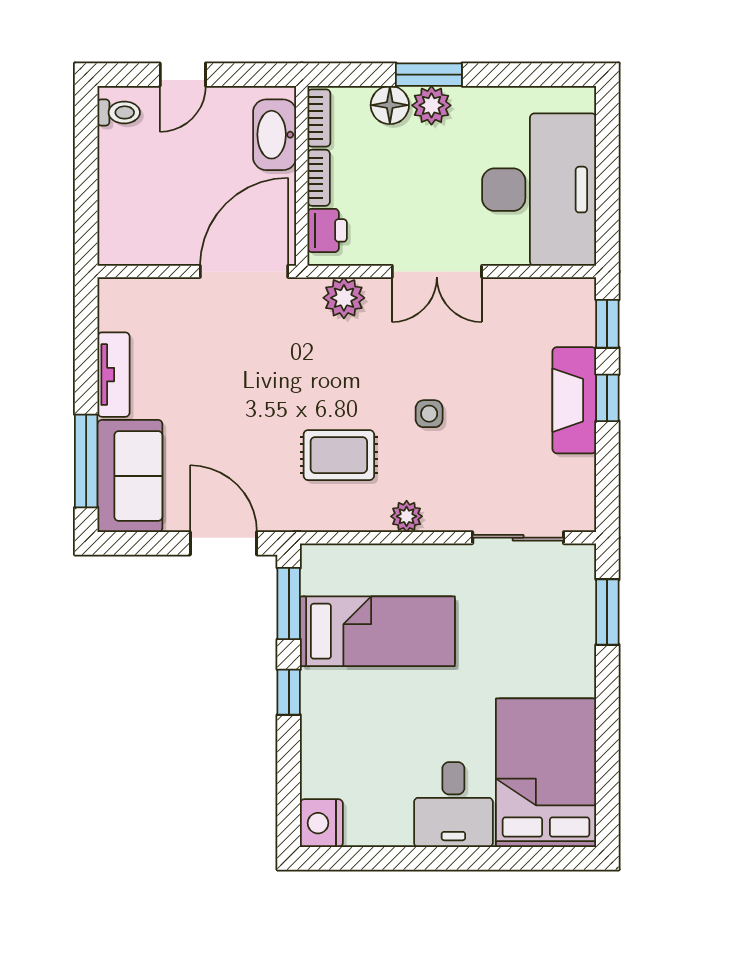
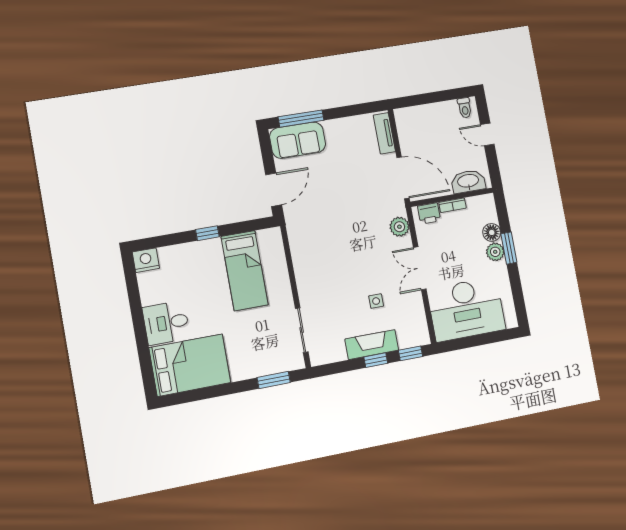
bookcase: (319, 118) -> (480, 201), removed
tv unit: (114, 375) -> (384, 133), moved, turned 90
side table: (429, 414) -> (376, 301), moved
rug: (339, 455) -> (325, 237), removed
plant: (407, 516) -> (302, 275), removed
window: (289, 604) -> (250, 226), removed

